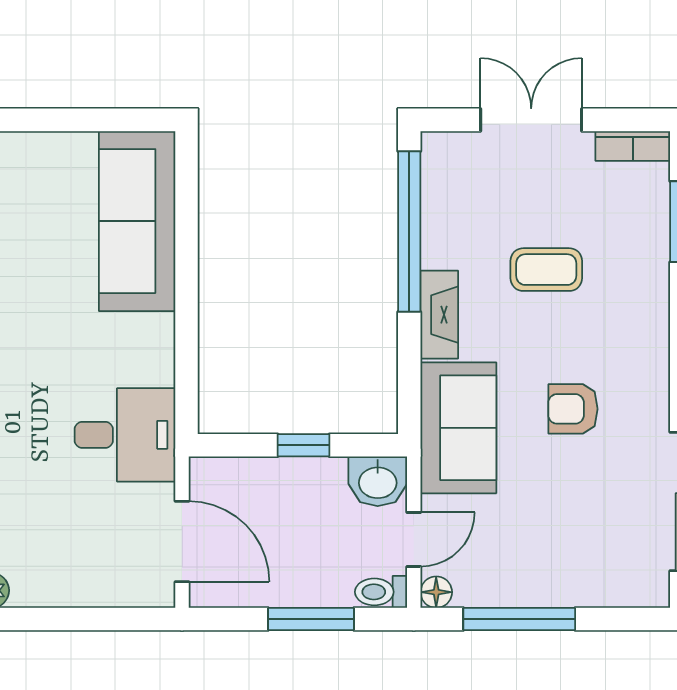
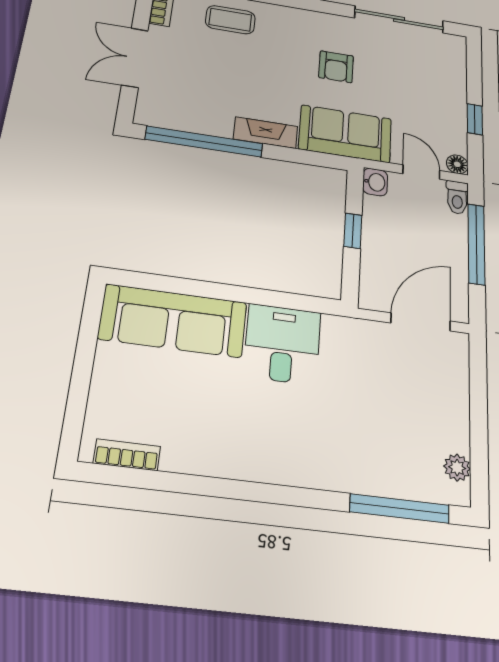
coffee table: (546, 270) -> (230, 20), moved, turned 90
desk: (125, 435) -> (282, 344), moved
washbasin: (378, 481) -> (375, 182), width x0.72, depth x0.69
window: (311, 619) -> (476, 244), width x1.44
window: (519, 619) -> (475, 119), width x0.46

